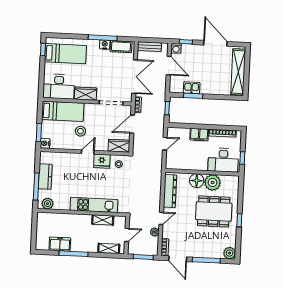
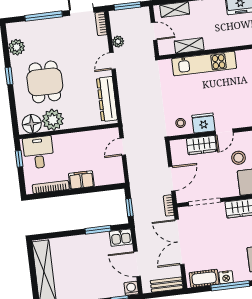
kitchen sink: (192, 88) -> (121, 238), moved
door: (165, 144) -> (123, 147), moved
wardrobe: (119, 146) -> (202, 145), moved
desk: (223, 160) -> (38, 152), width x0.73
floor lamp: (197, 181) -> (32, 124), moved
dining table: (214, 211) -> (45, 82), width x0.73
door: (127, 235) -> (154, 31), swing flipped
plant: (229, 253) -> (17, 47), moved

